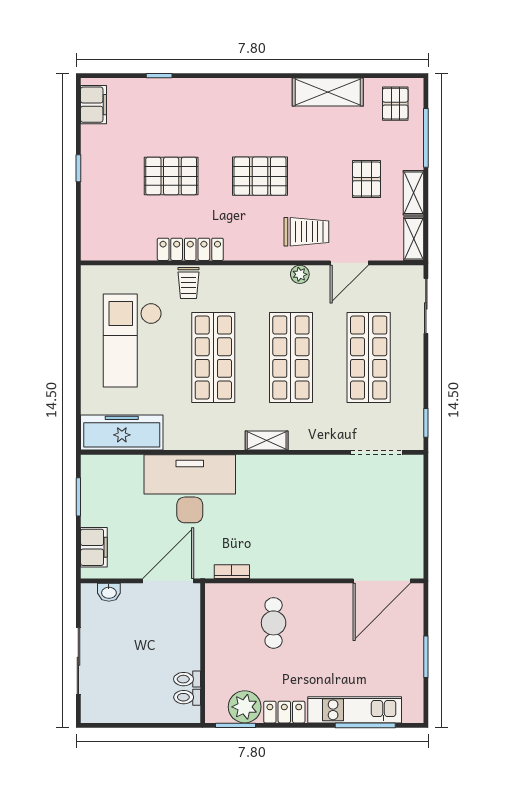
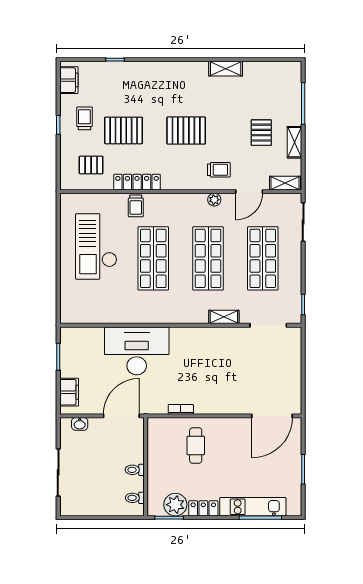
shelving: (328, 92) -> (226, 69), width x0.67, depth x0.75
pallet: (395, 104) -> (91, 165), moved, turned 90
trolley: (116, 159) -> (84, 118), added
trolley: (306, 232) -> (219, 170), width x0.73, depth x0.72
shelving: (414, 239) -> (285, 183), moved, turned 90
freezer: (122, 432) -> (89, 311), removed
shelving: (267, 440) -> (224, 317), moved
bookcase: (232, 572) -> (181, 409), moved
toilet: (187, 679) -> (135, 470), moved

